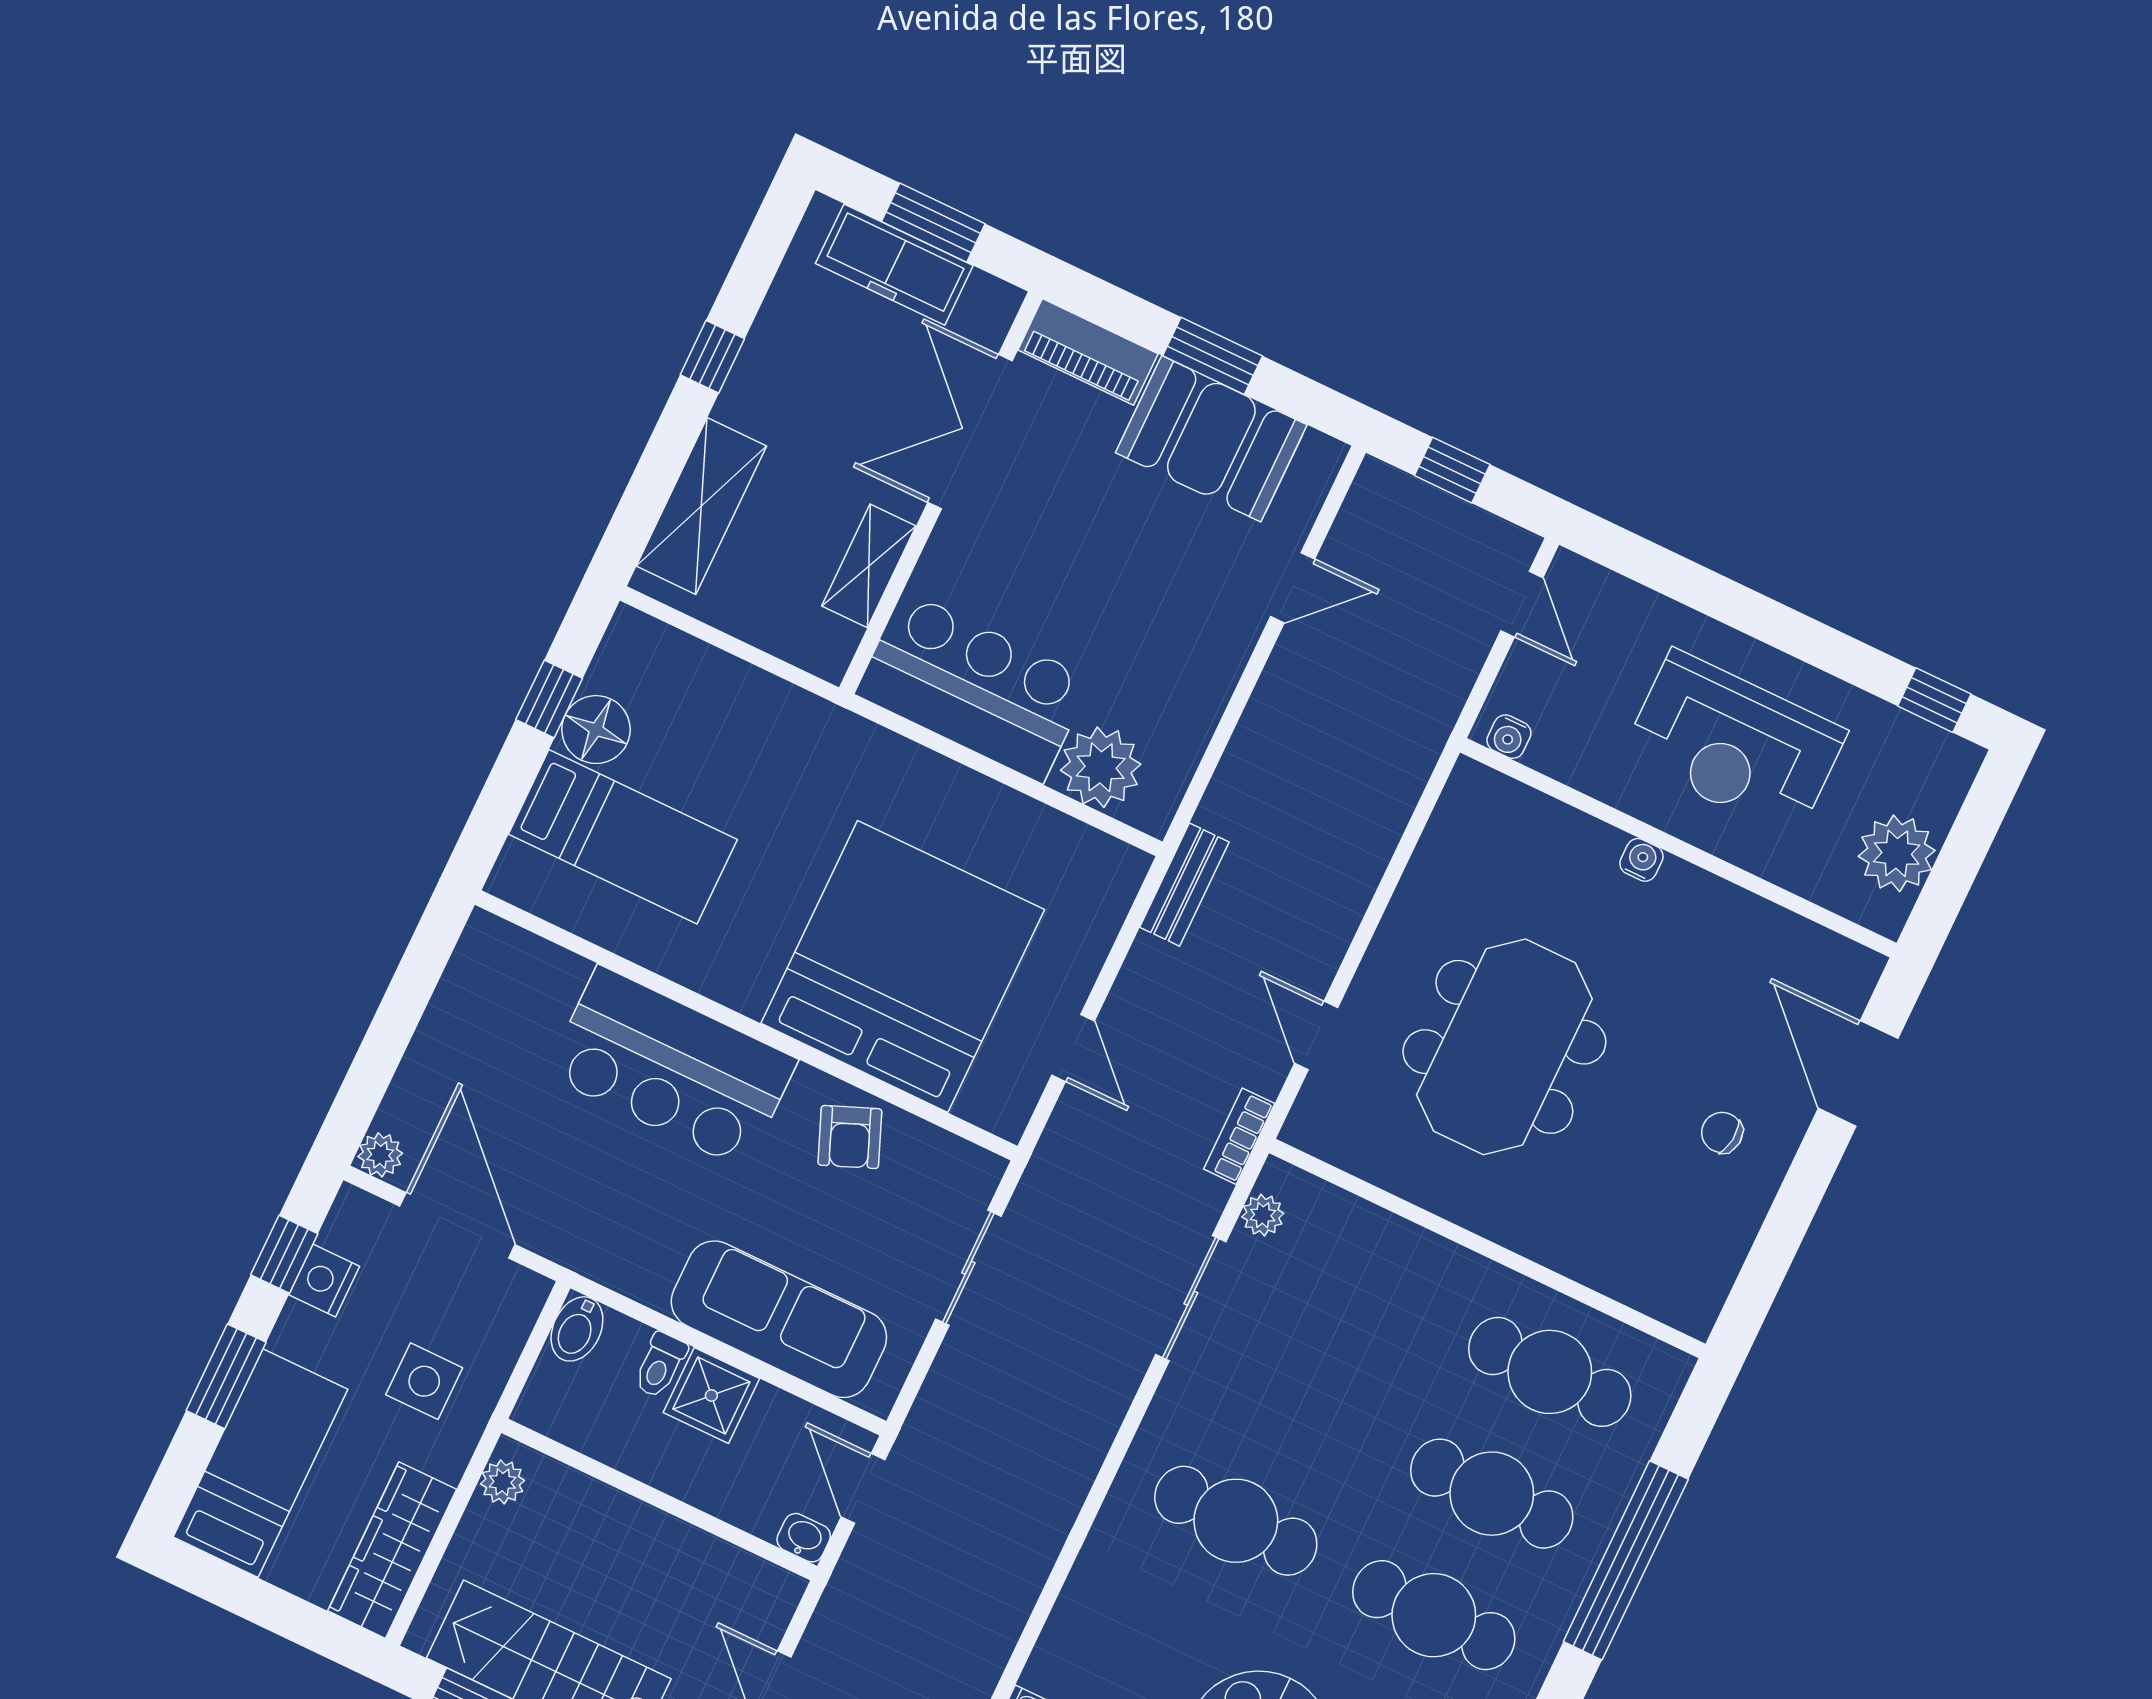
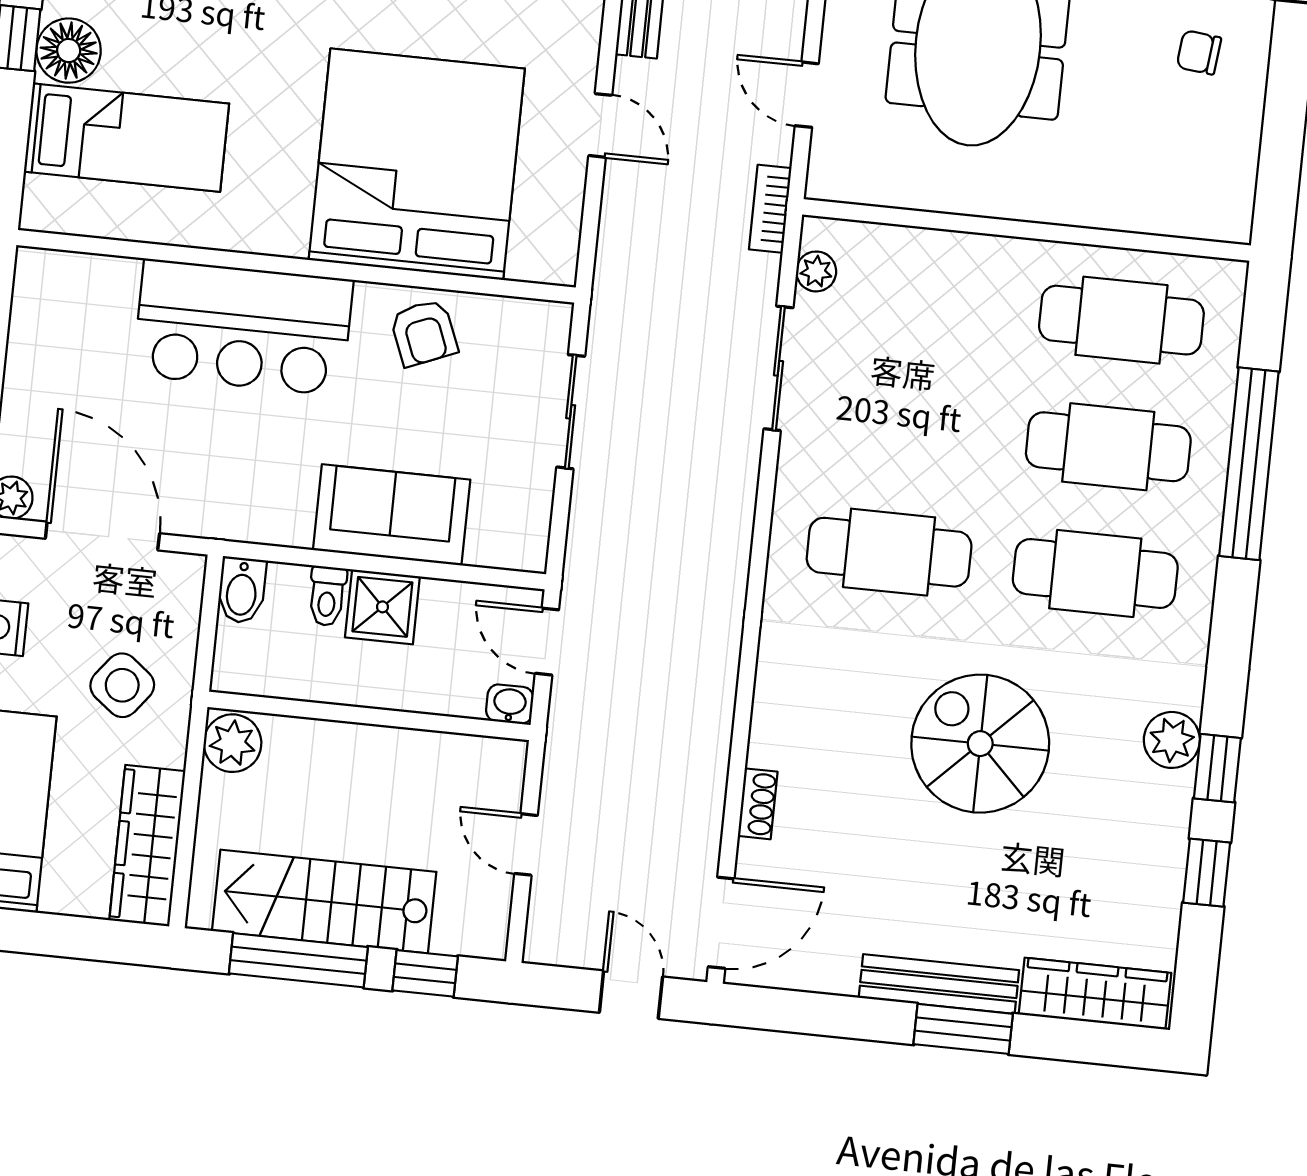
door: (1073, 1048) -> (600, 125), moved
sofa: (779, 1319) -> (392, 515), width x0.73
side table: (424, 1381) -> (122, 685), turned 38
plant: (502, 1482) -> (233, 743), width x1.38, depth x1.38

